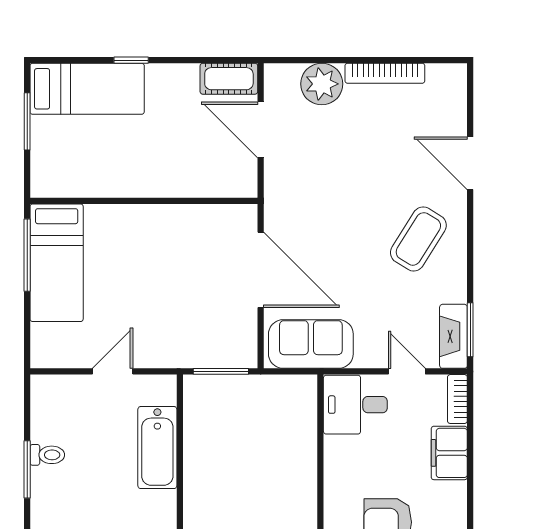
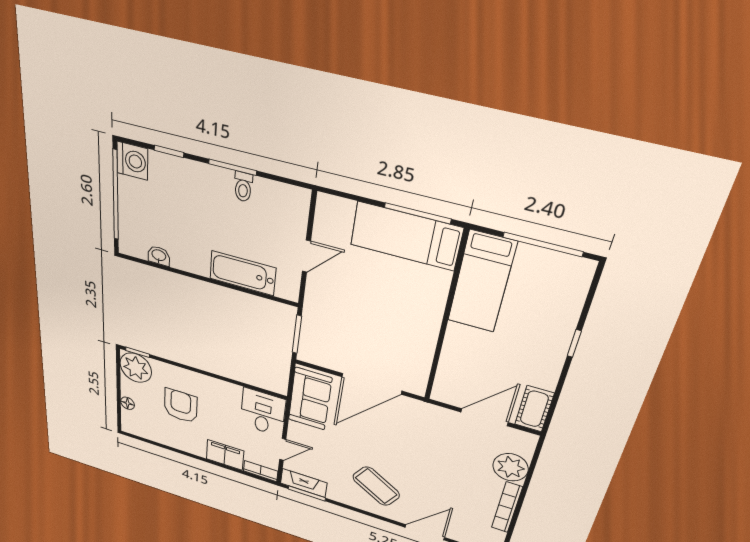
bed: (87, 89) -> (482, 282), moved
window: (27, 121) -> (543, 244), width x1.44
door: (113, 371) -> (306, 256), hinge flipped

